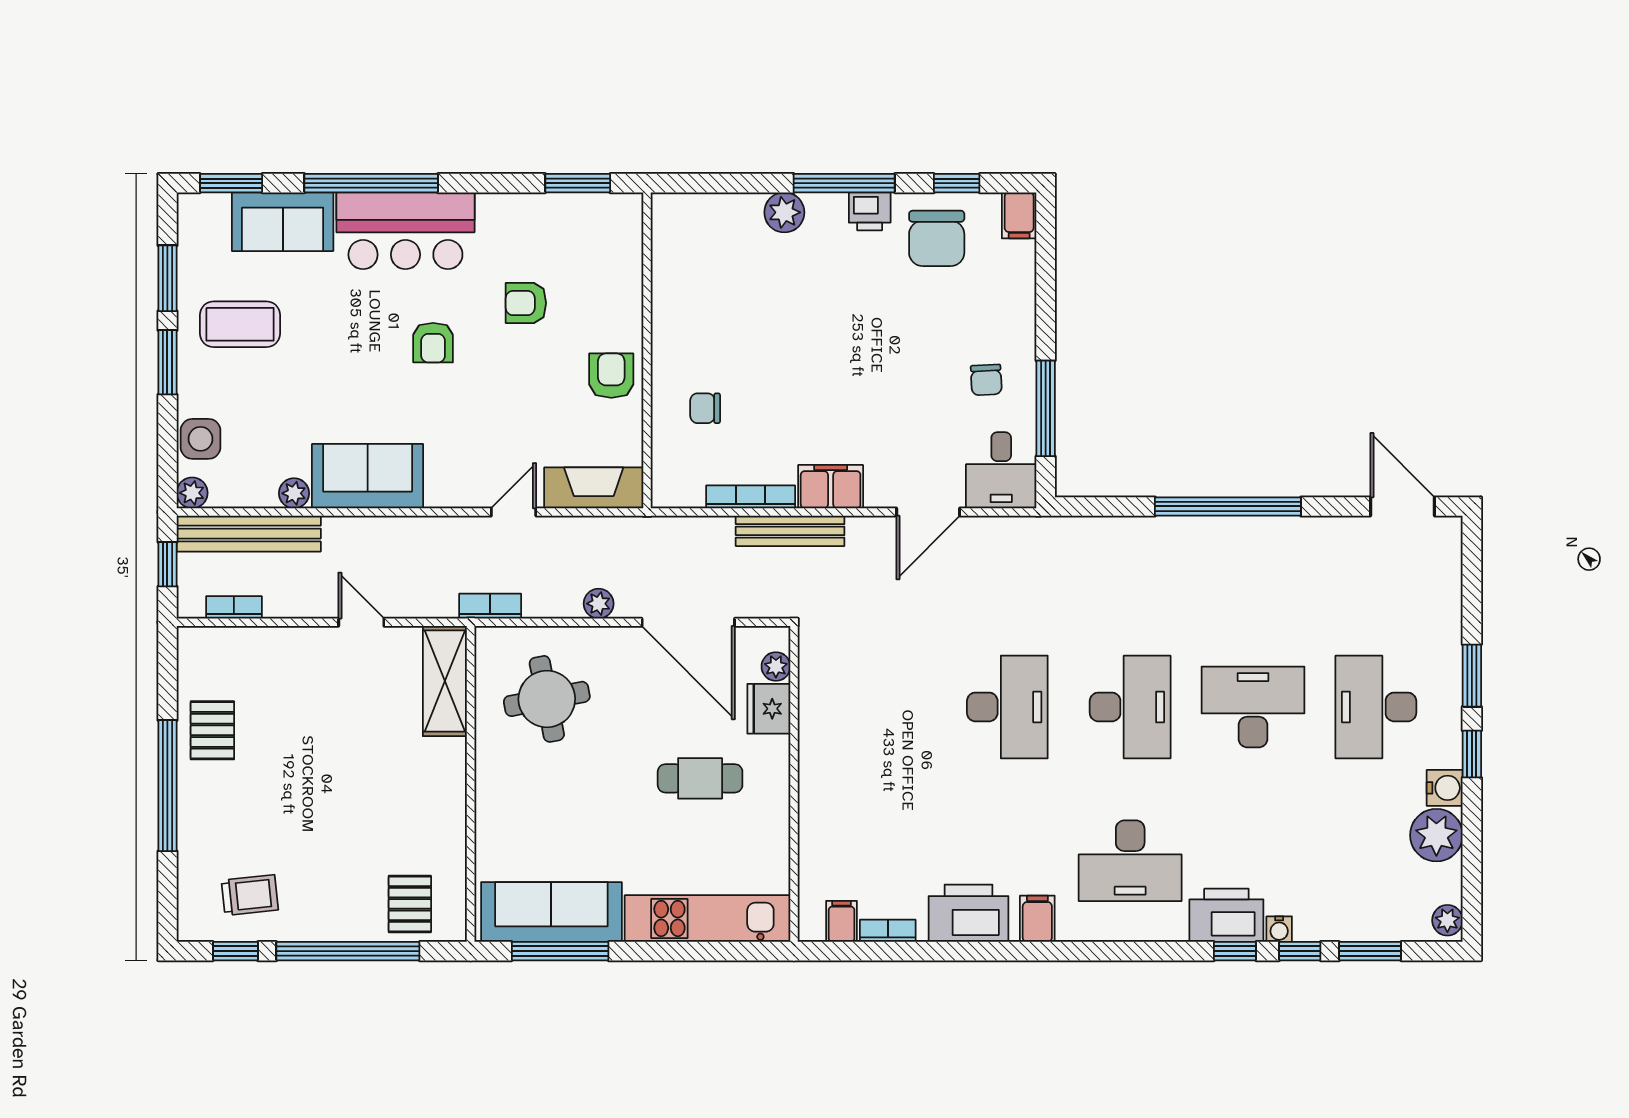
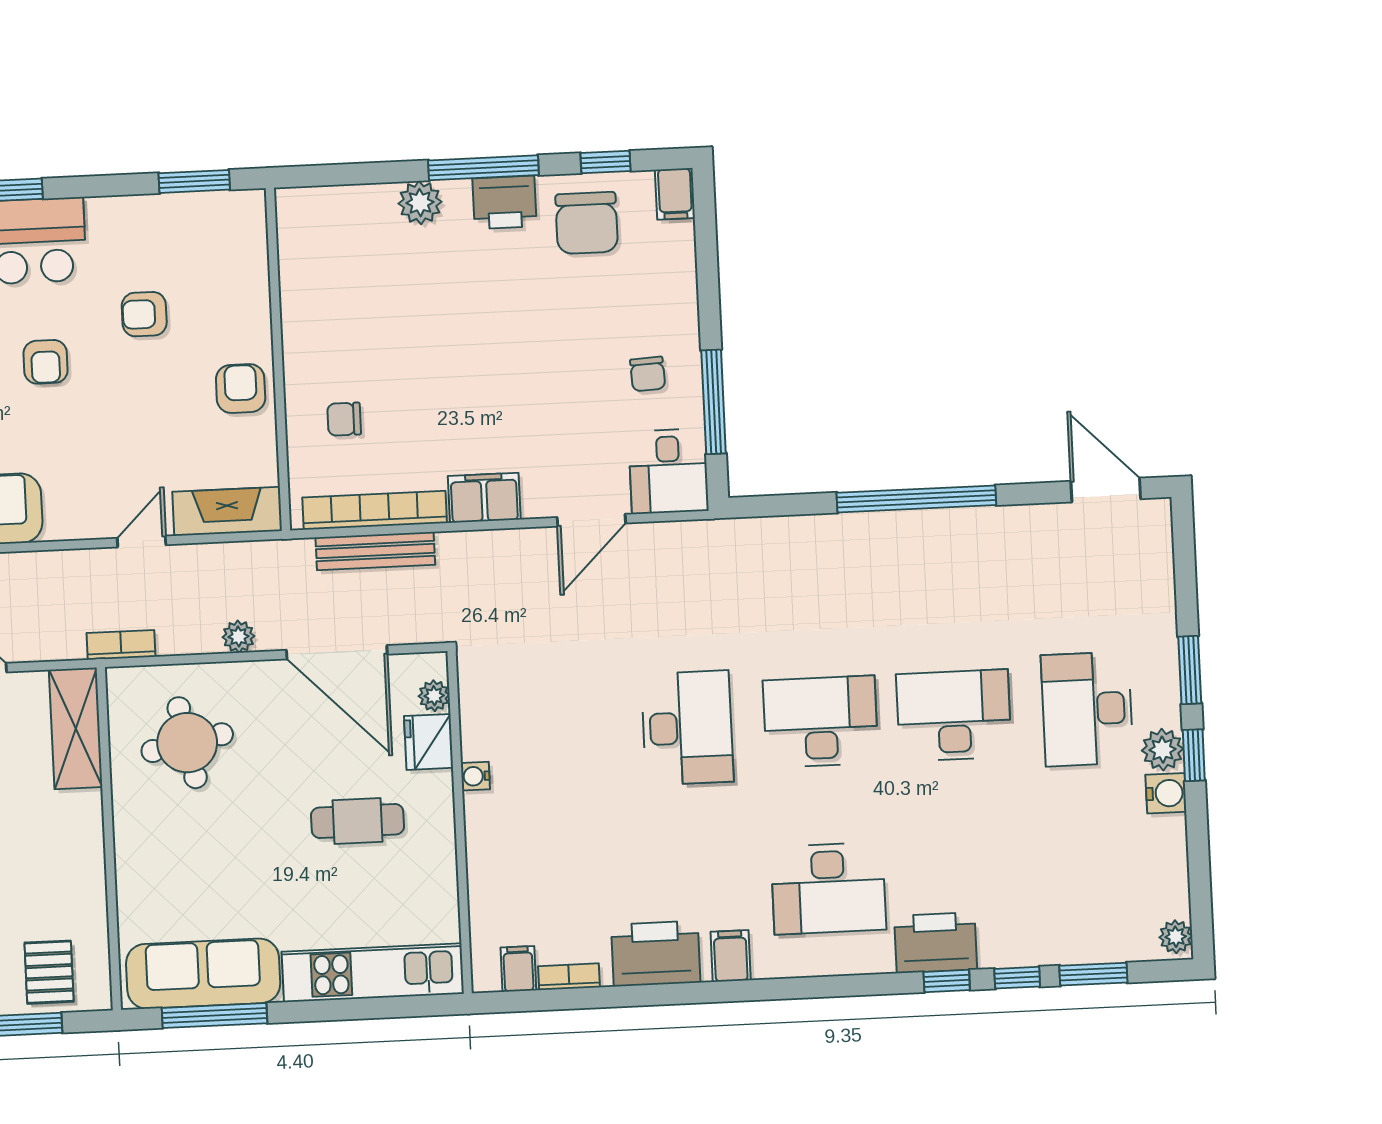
printer: (870, 211) -> (505, 202), width x1.36, depth x1.24
bookcase: (751, 497) -> (375, 510), width x1.48, depth x1.31
bench: (790, 531) -> (375, 551), moved
desk: (1130, 707) -> (821, 722), turned -90
plant: (1436, 835) -> (1163, 750), moved, width x0.73, depth x0.73
water cooler: (1279, 929) -> (475, 776), moved, turned 90

